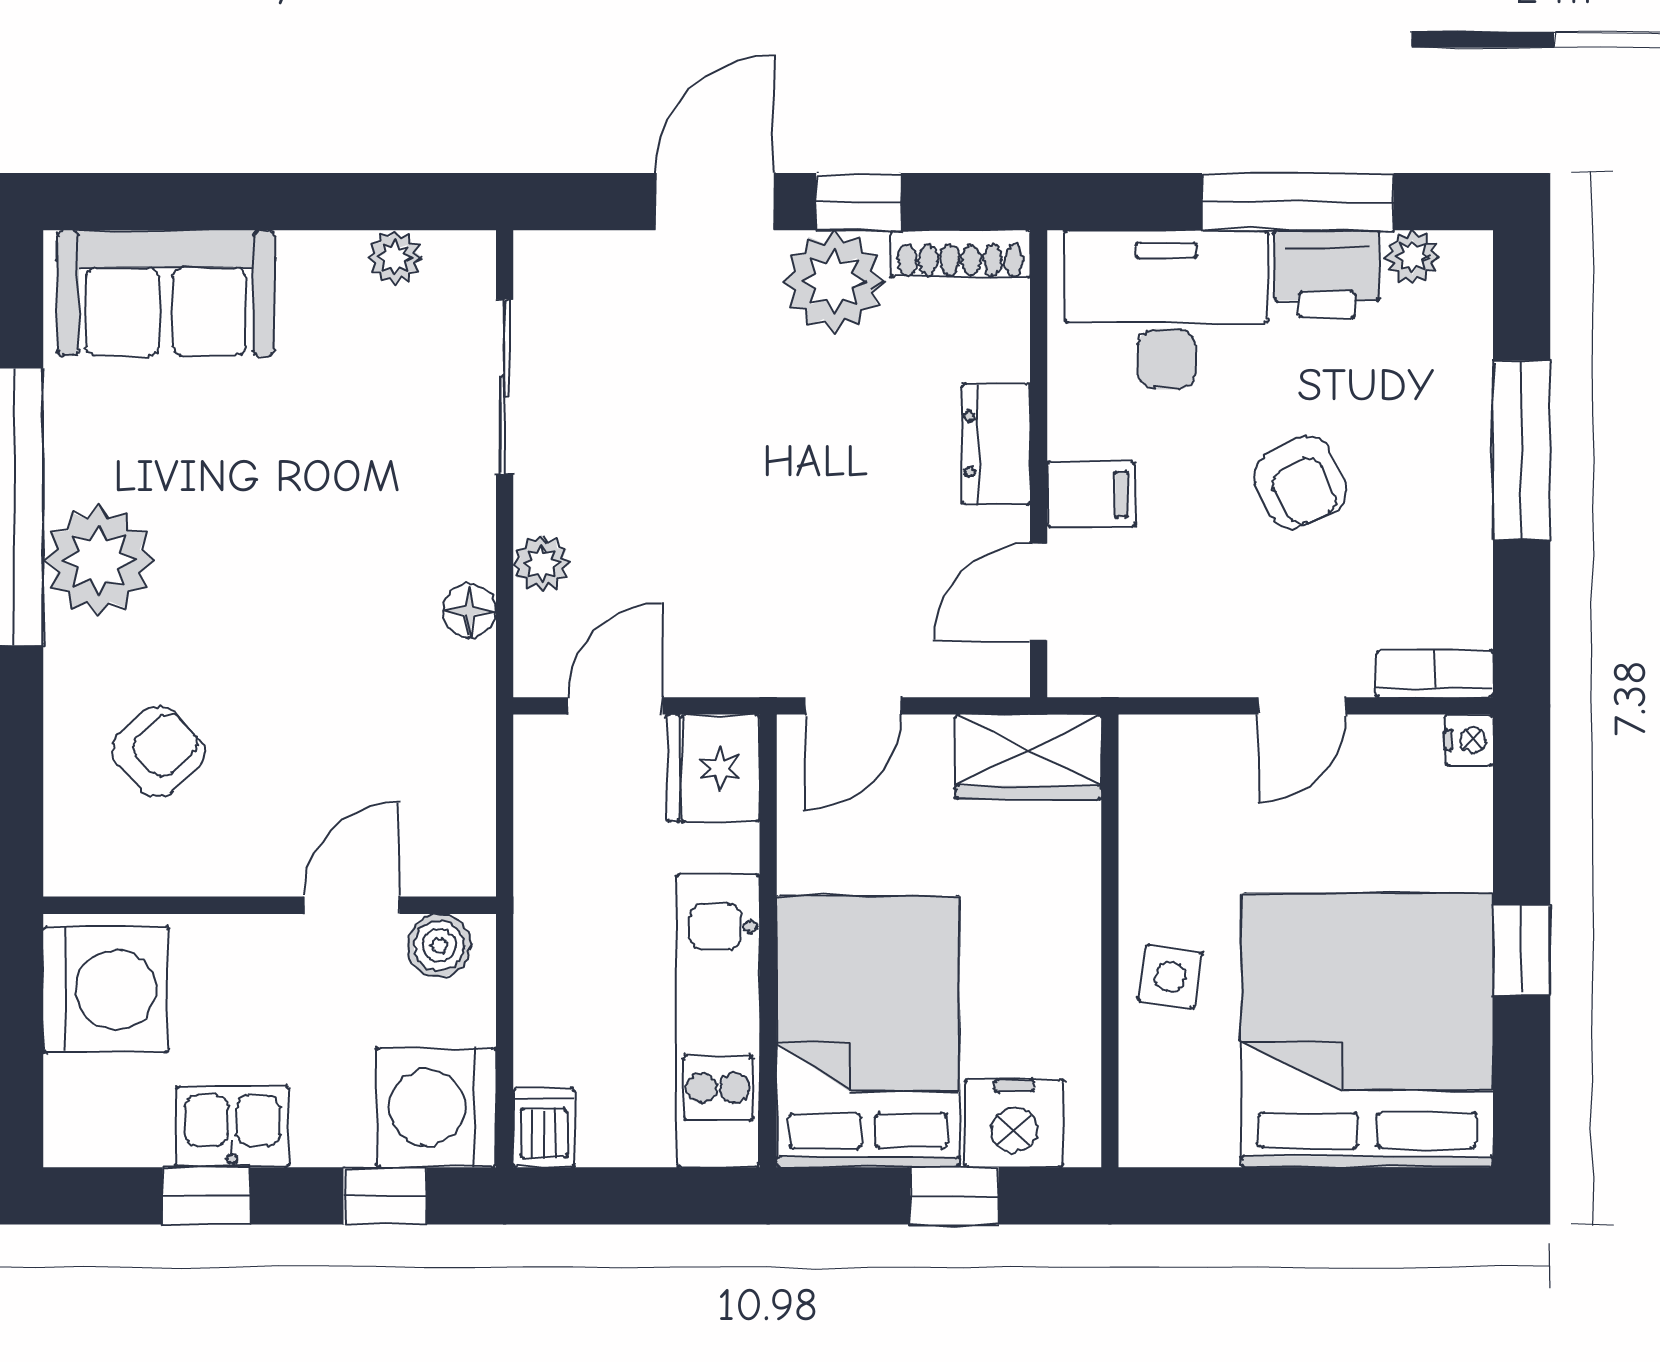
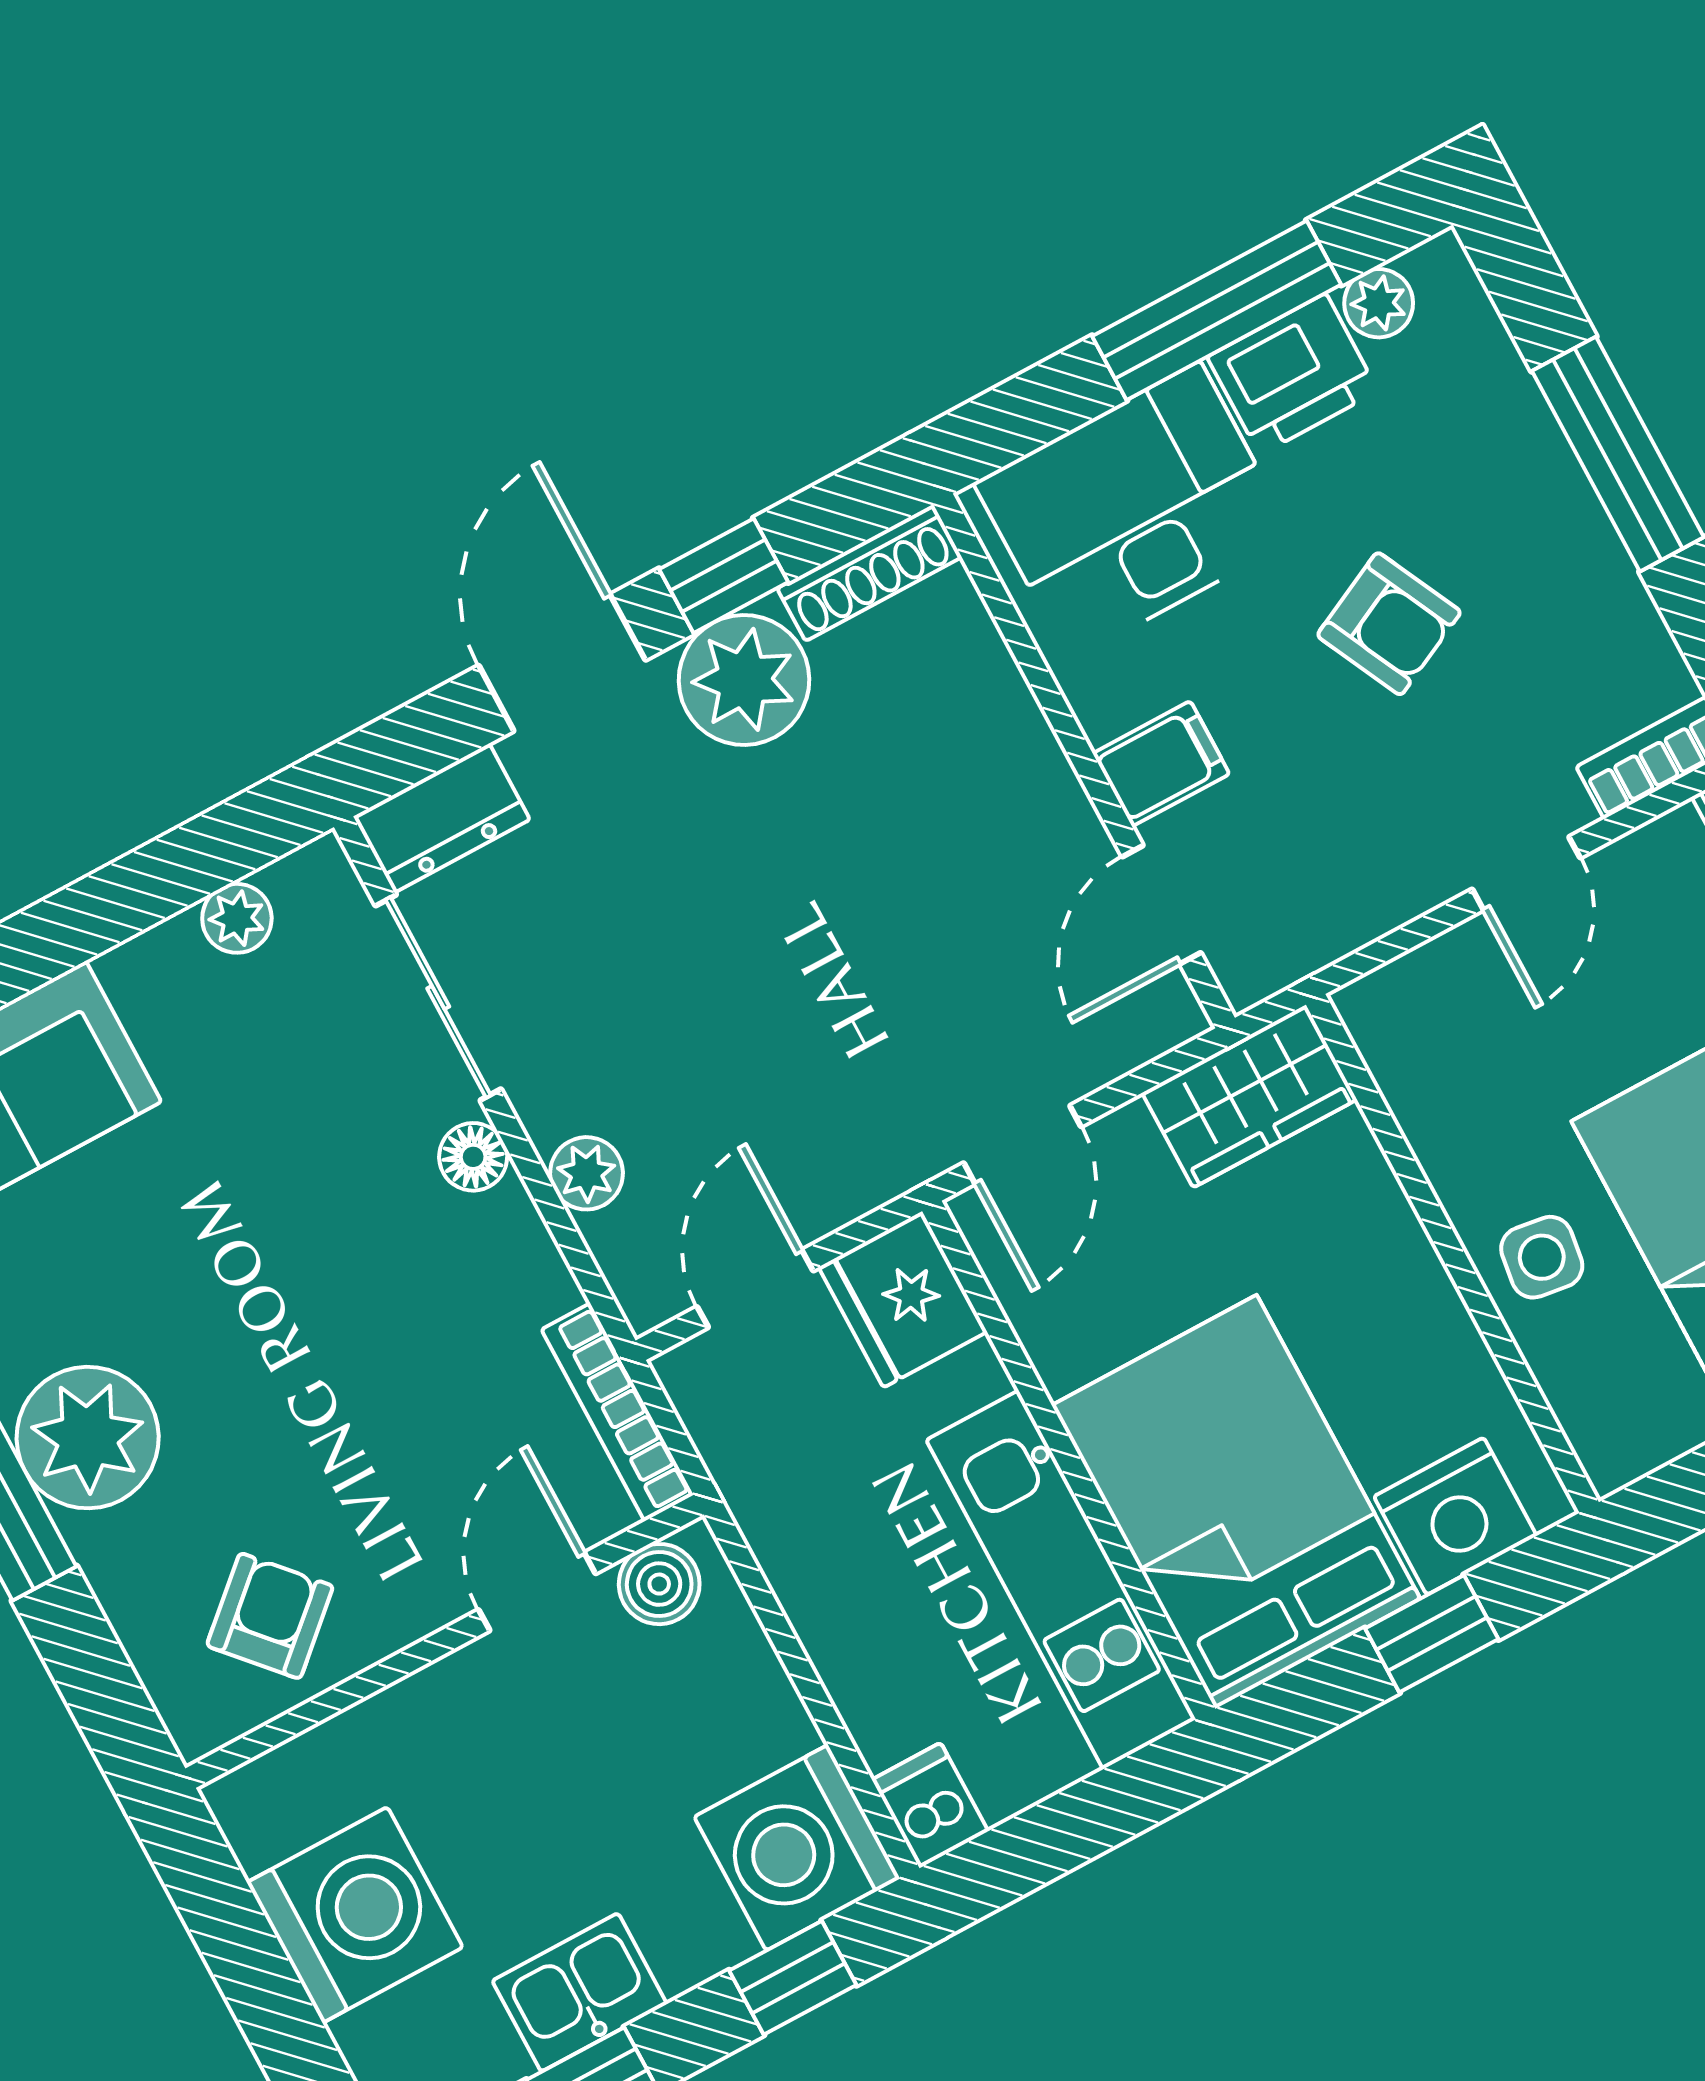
dresser: (996, 444) -> (442, 818), moved, turned -90
floor lamp: (469, 611) -> (473, 1157), moved
bookcase: (474, 740) -> (617, 1412), added
wall: (270, 905) -> (445, 1641), moved
door: (352, 905) -> (537, 1592), moved
boiler: (439, 945) -> (659, 1584), moved

